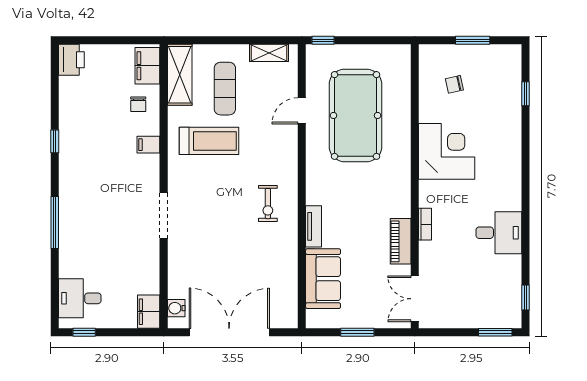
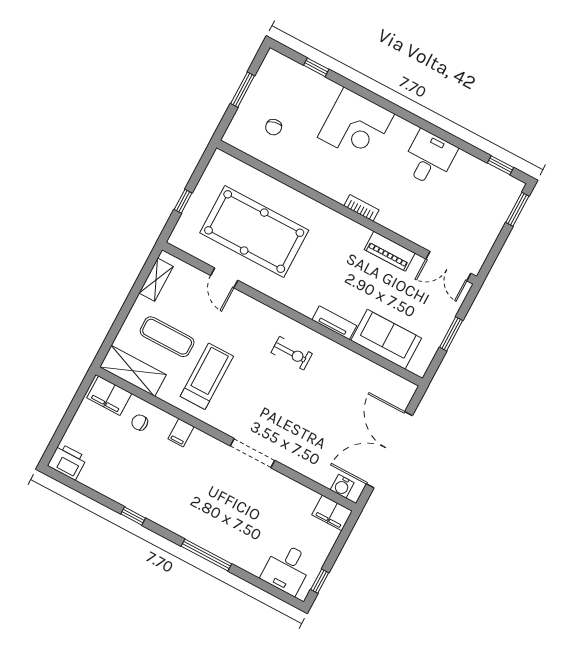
window: (323, 40) -> (183, 201), moved
chair: (138, 104) -> (140, 422), turned 180
corner desk: (447, 151) -> (356, 126), moved, turned 180
bookcase: (425, 224) -> (361, 208), moved

